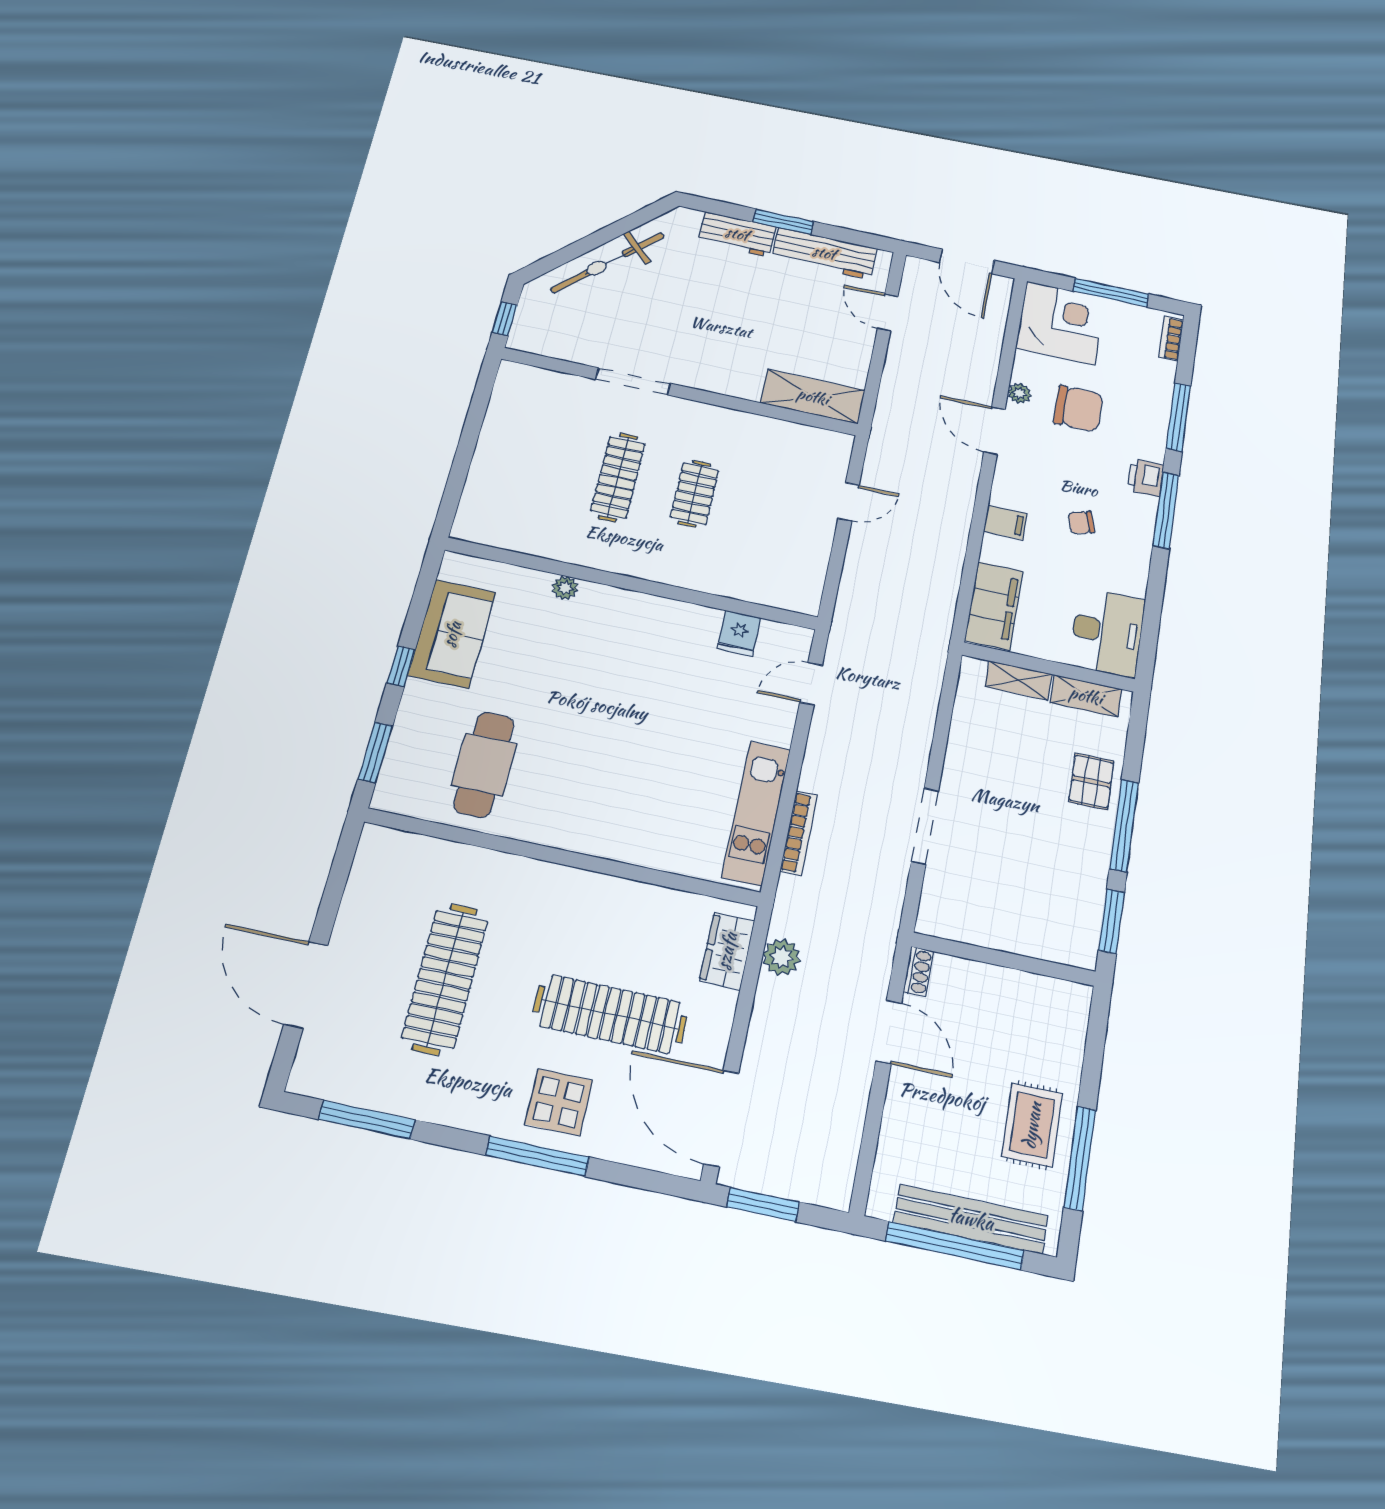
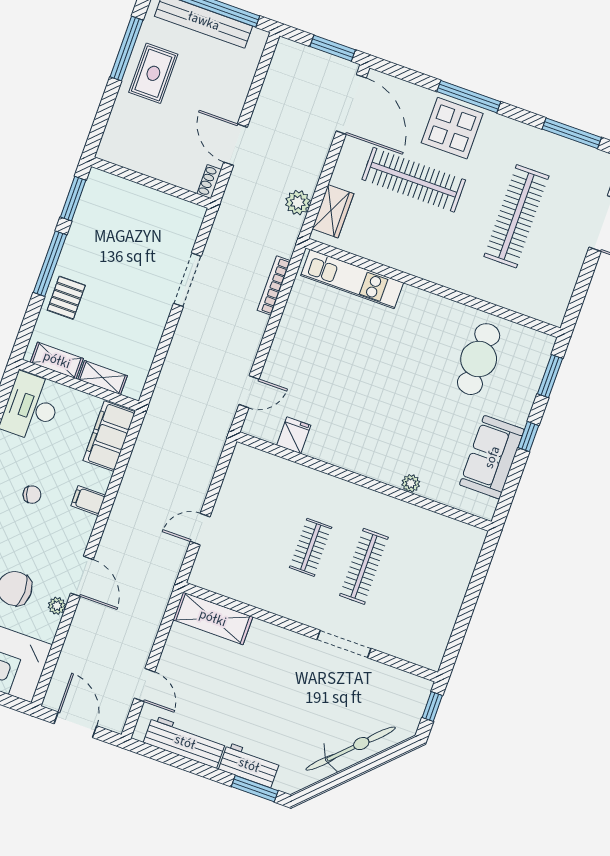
window: (783, 222) -> (255, 789), moved
kitchen unit: (756, 813) -> (352, 279), moved, turned 90
display table: (559, 1102) -> (452, 128), width x1.36, depth x1.36

